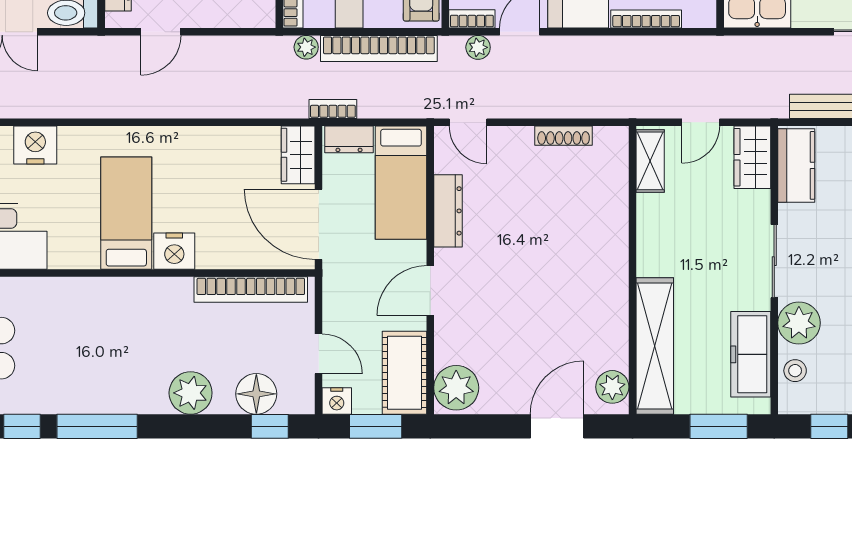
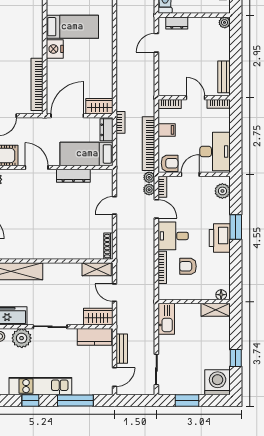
door: (161, 32) -> (156, 43), hinge flipped
plant: (306, 47) -> (149, 177), moved
door: (468, 122) -> (114, 205), moved
shoe rack: (564, 136) -> (108, 246), moved

